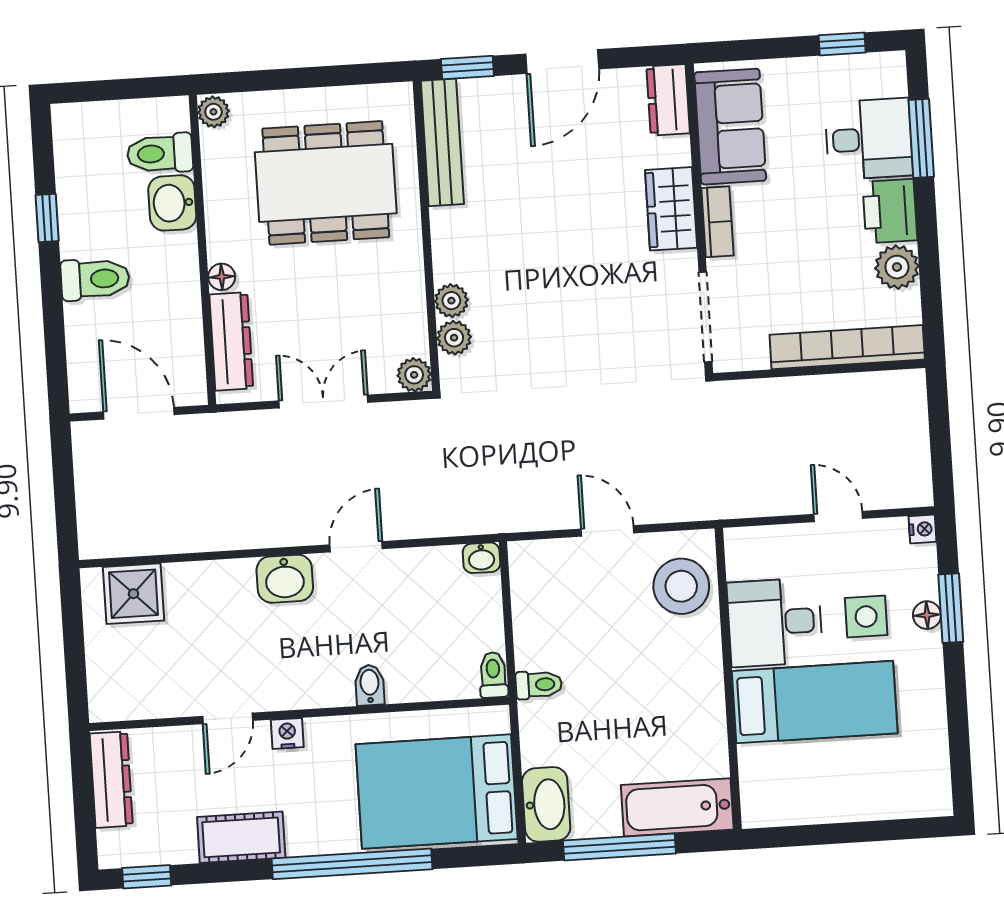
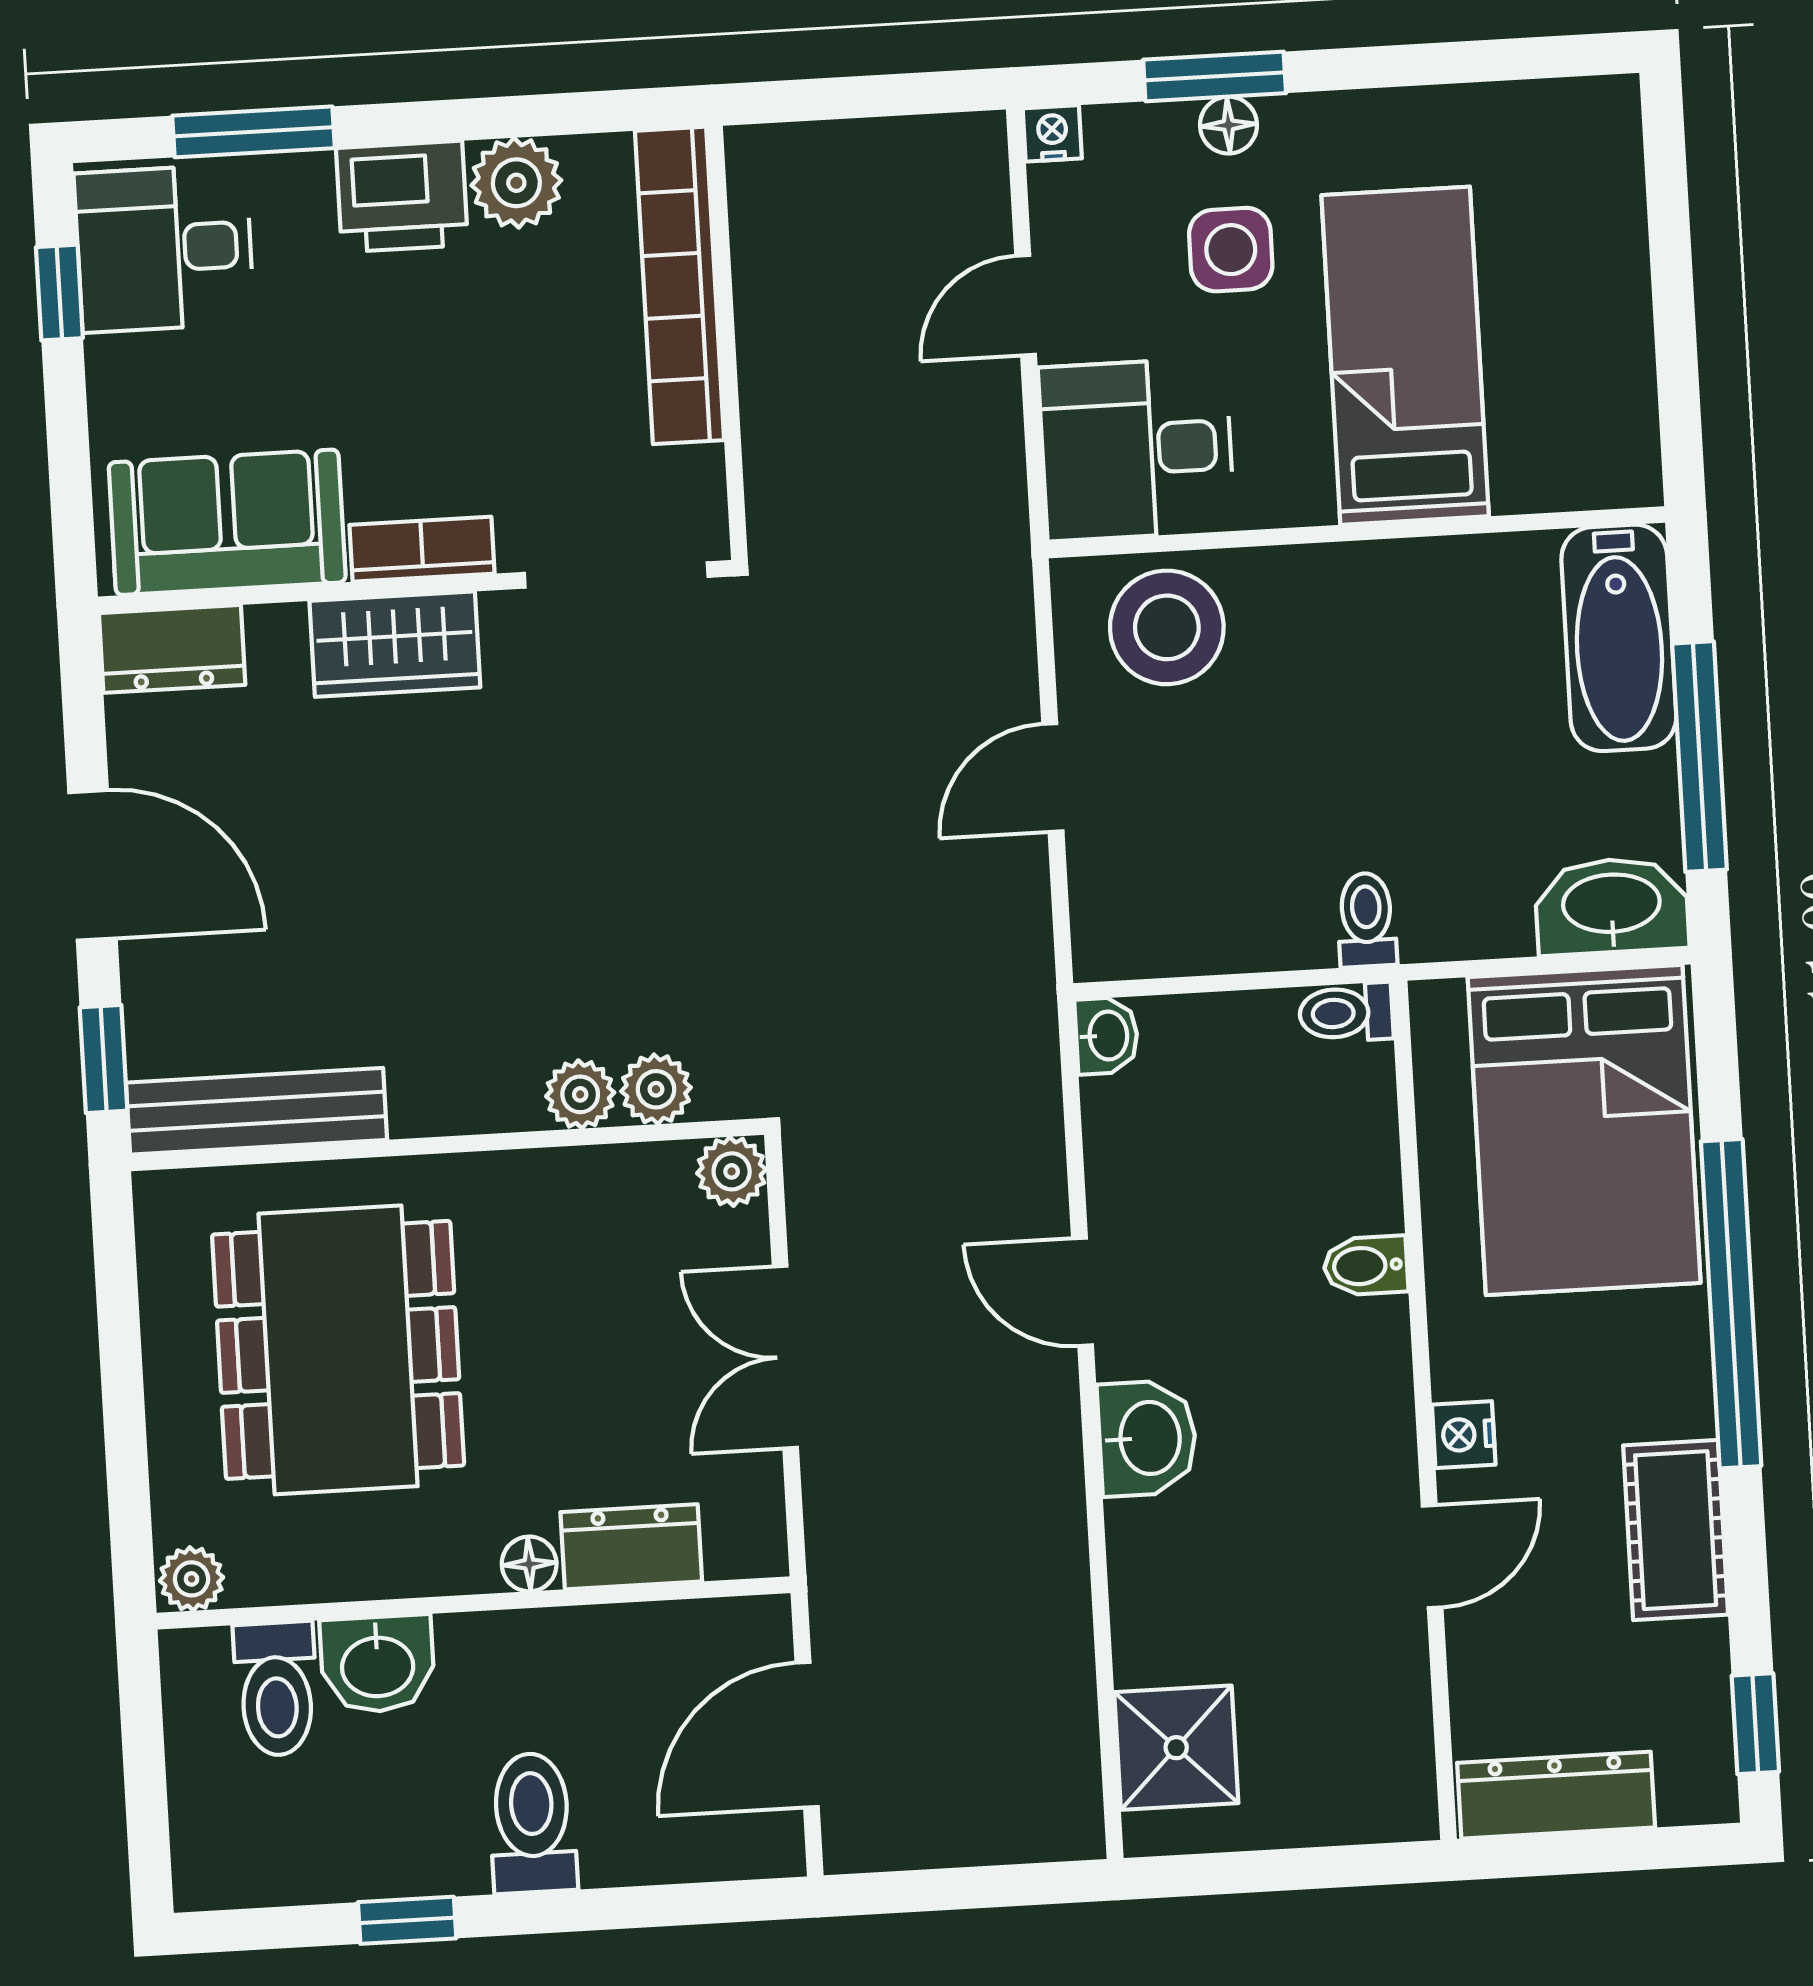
desk: (869, 139) -> (164, 248), moved, turned -90
dresser: (231, 341) -> (631, 1547), width x0.70
desk: (775, 622) -> (1136, 449), moved, turned 90
door: (228, 718) -> (1432, 1557), hinge flipped

